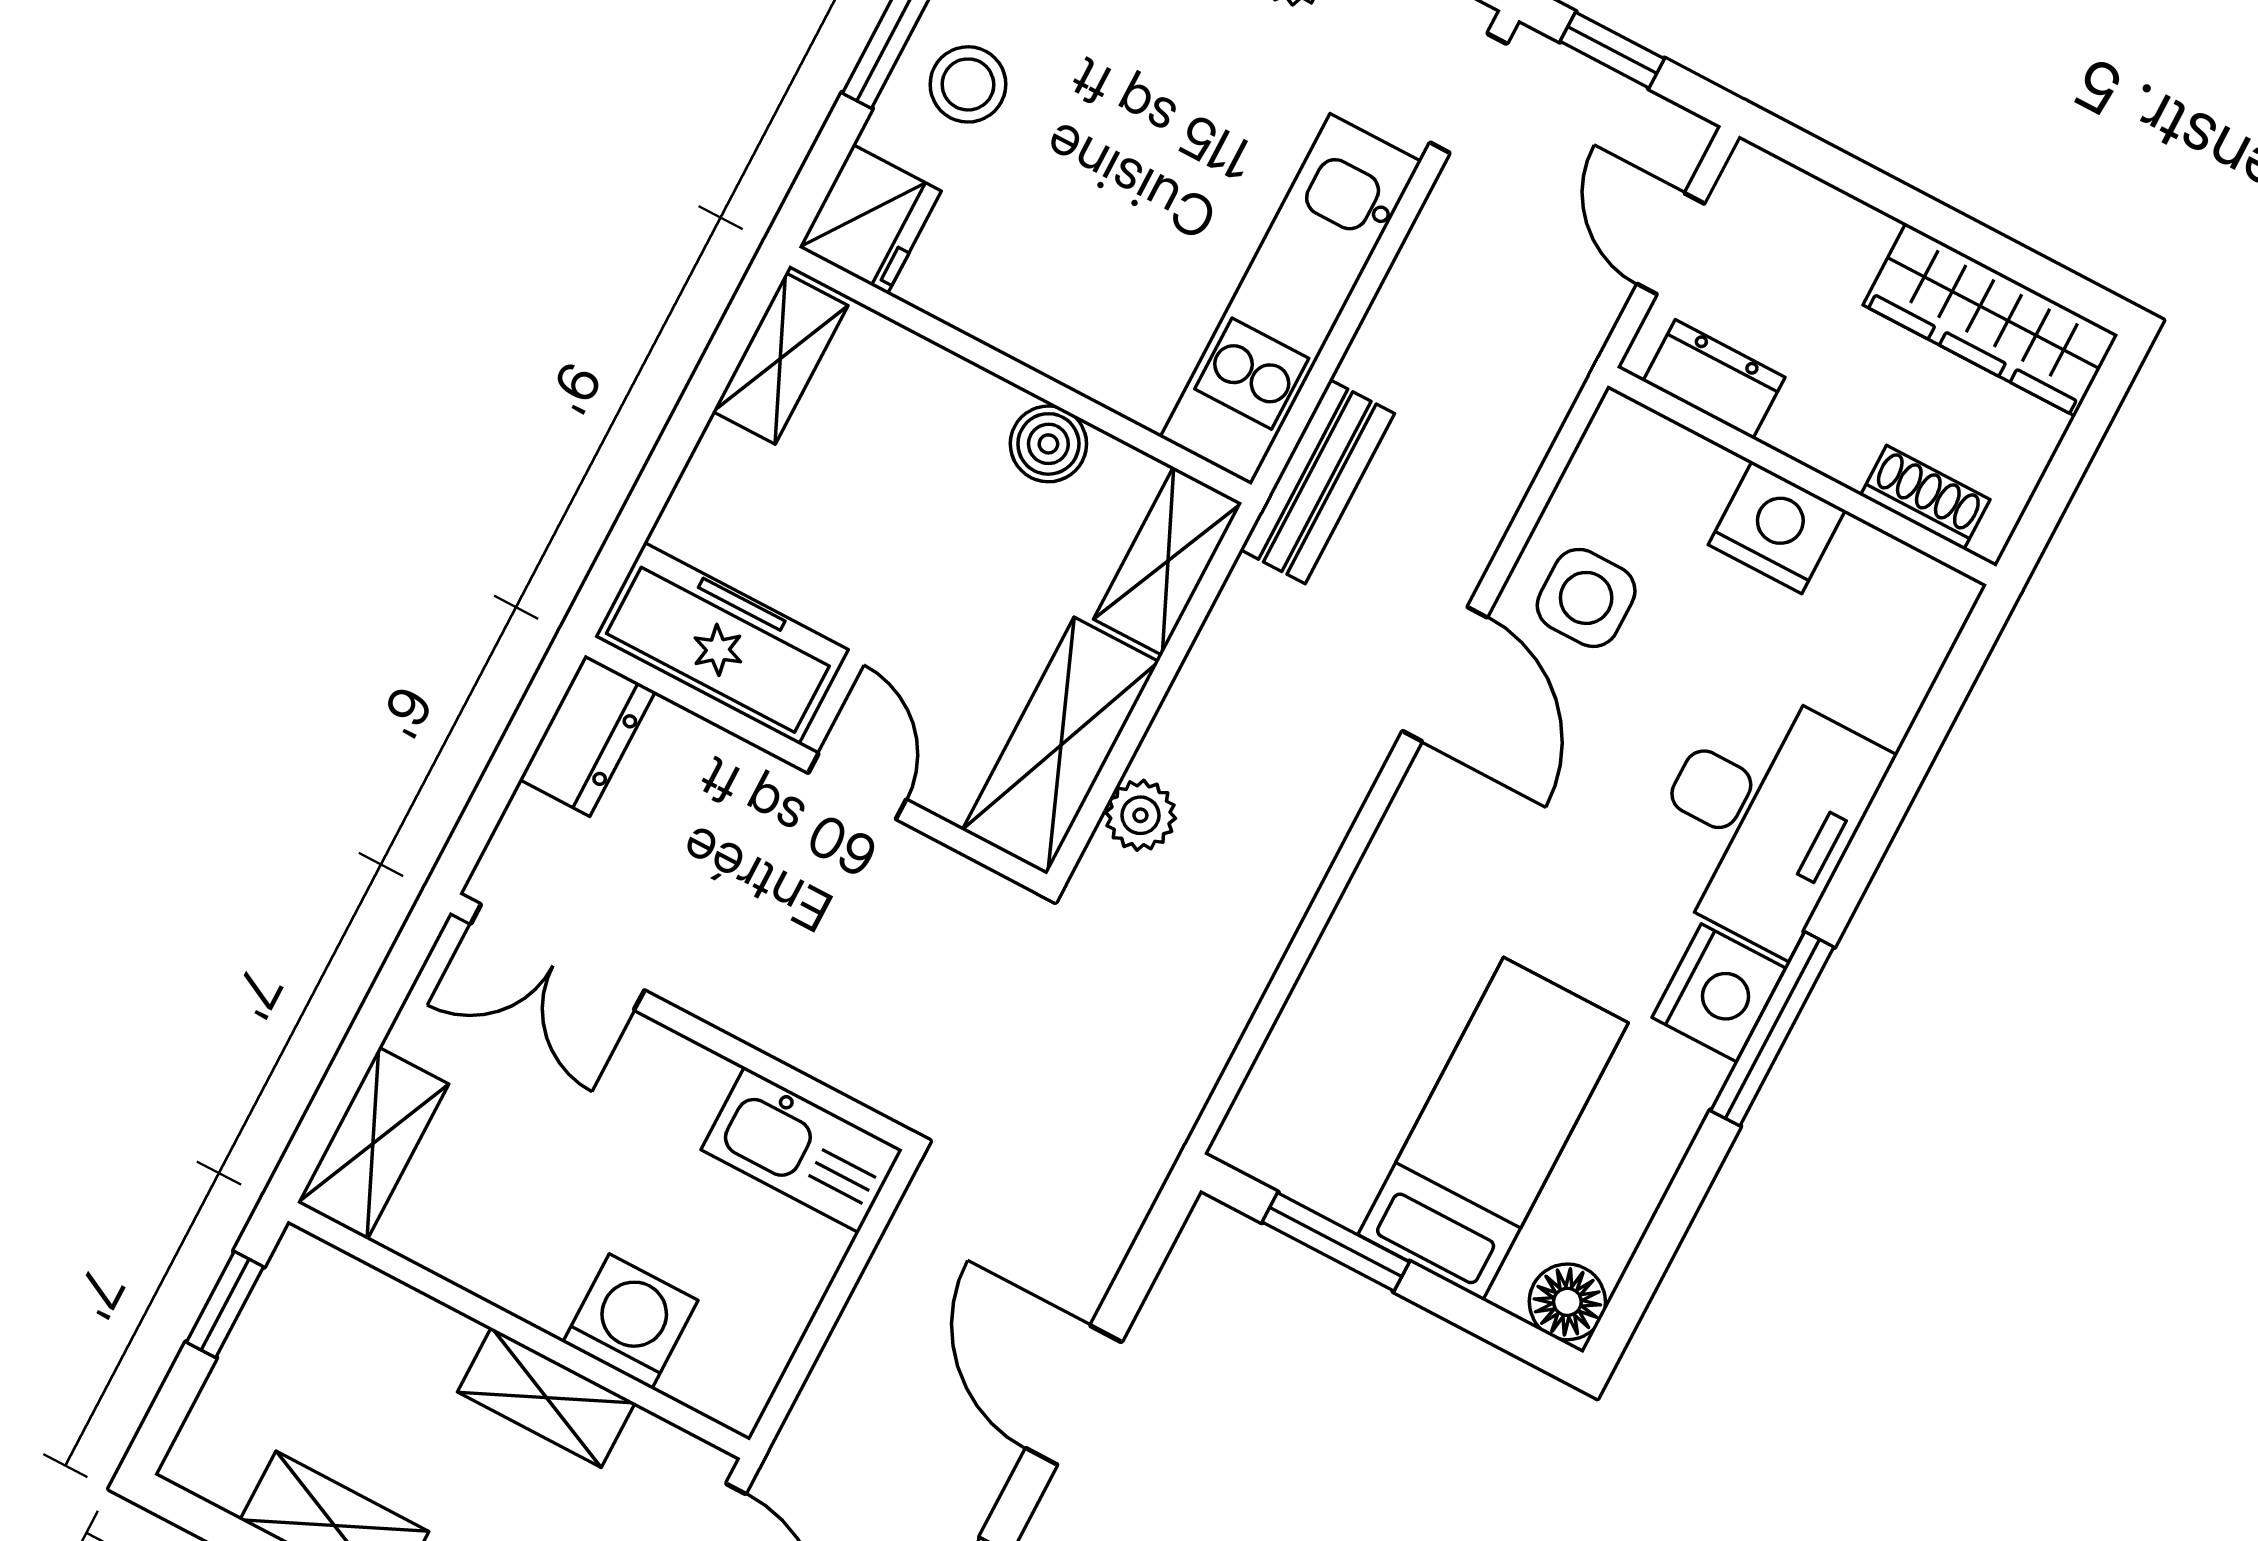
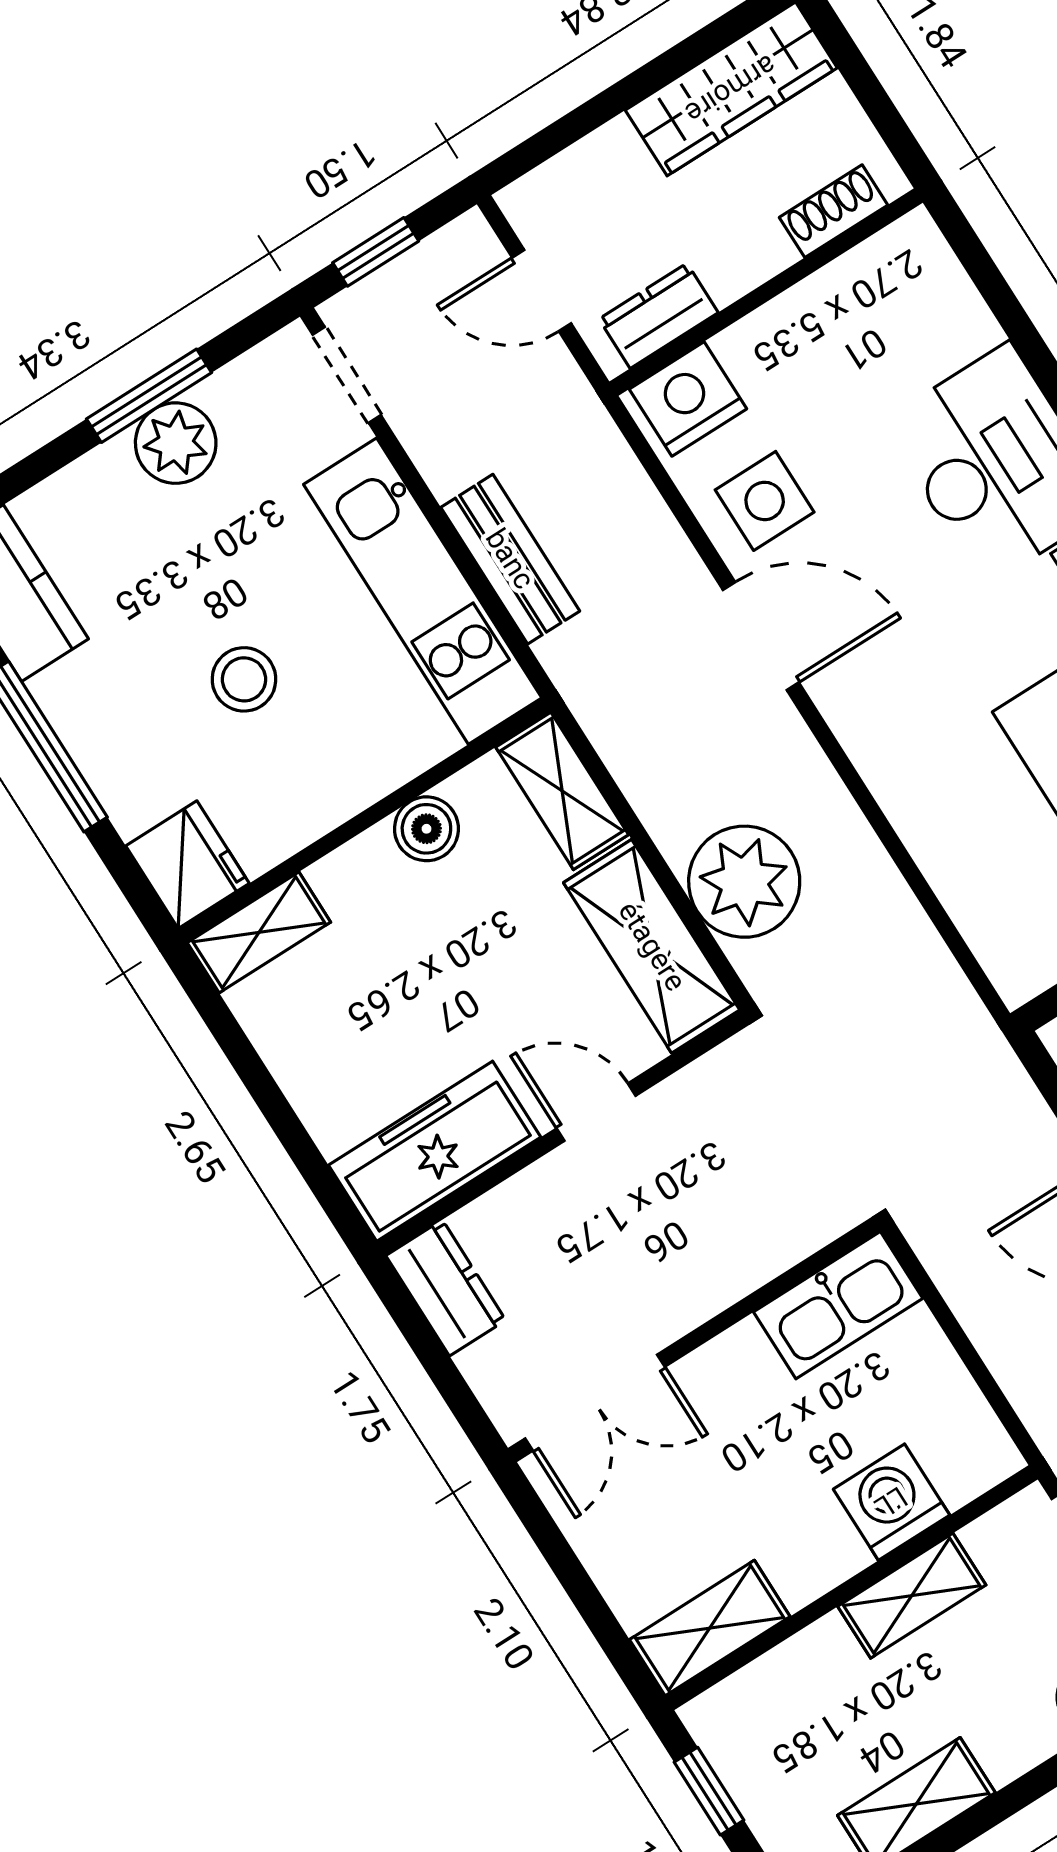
stool: (968, 84) -> (244, 679), moved
shelving: (780, 359) -> (259, 932), moved, turned 90
bench: (1317, 482) -> (510, 559), moved
nightstand: (1777, 527) -> (688, 399), moved
plant: (1140, 815) -> (744, 882), width x1.88, depth x1.88
shelving: (373, 1143) -> (710, 1628), moved, turned 90

